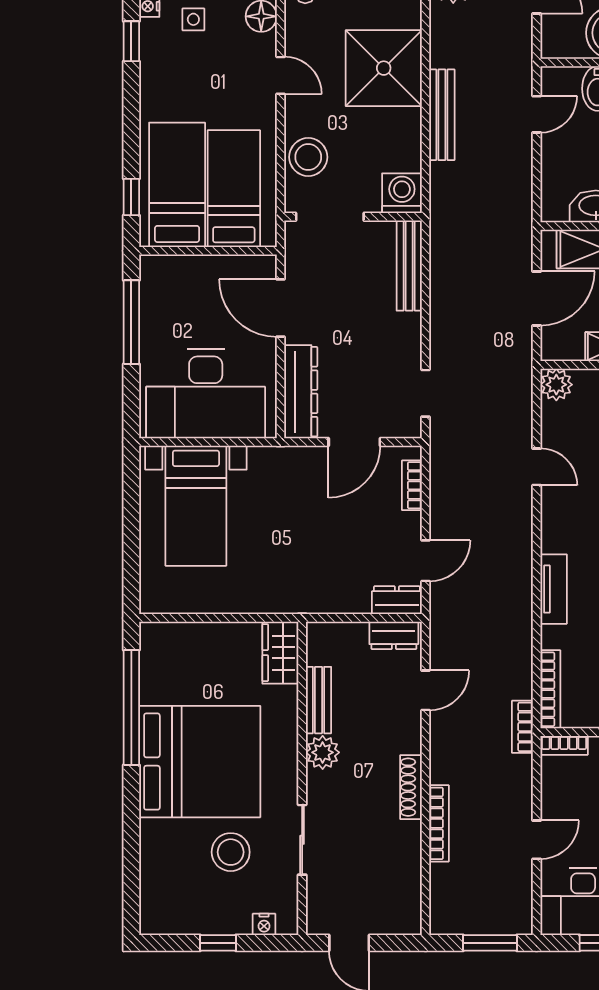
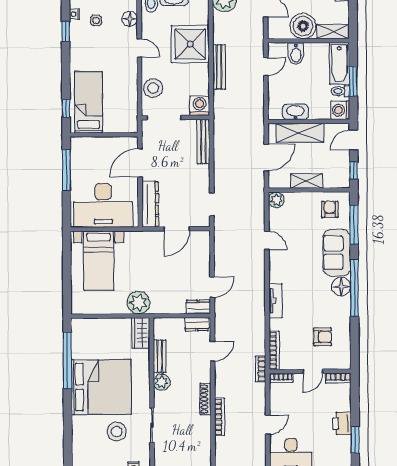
bed: (234, 189) -> (117, 104), removed
door: (280, 308) -> (140, 163), hinge flipped
bookcase: (412, 485) -> (205, 250), removed
plant: (276, 591) -> (138, 303), added

